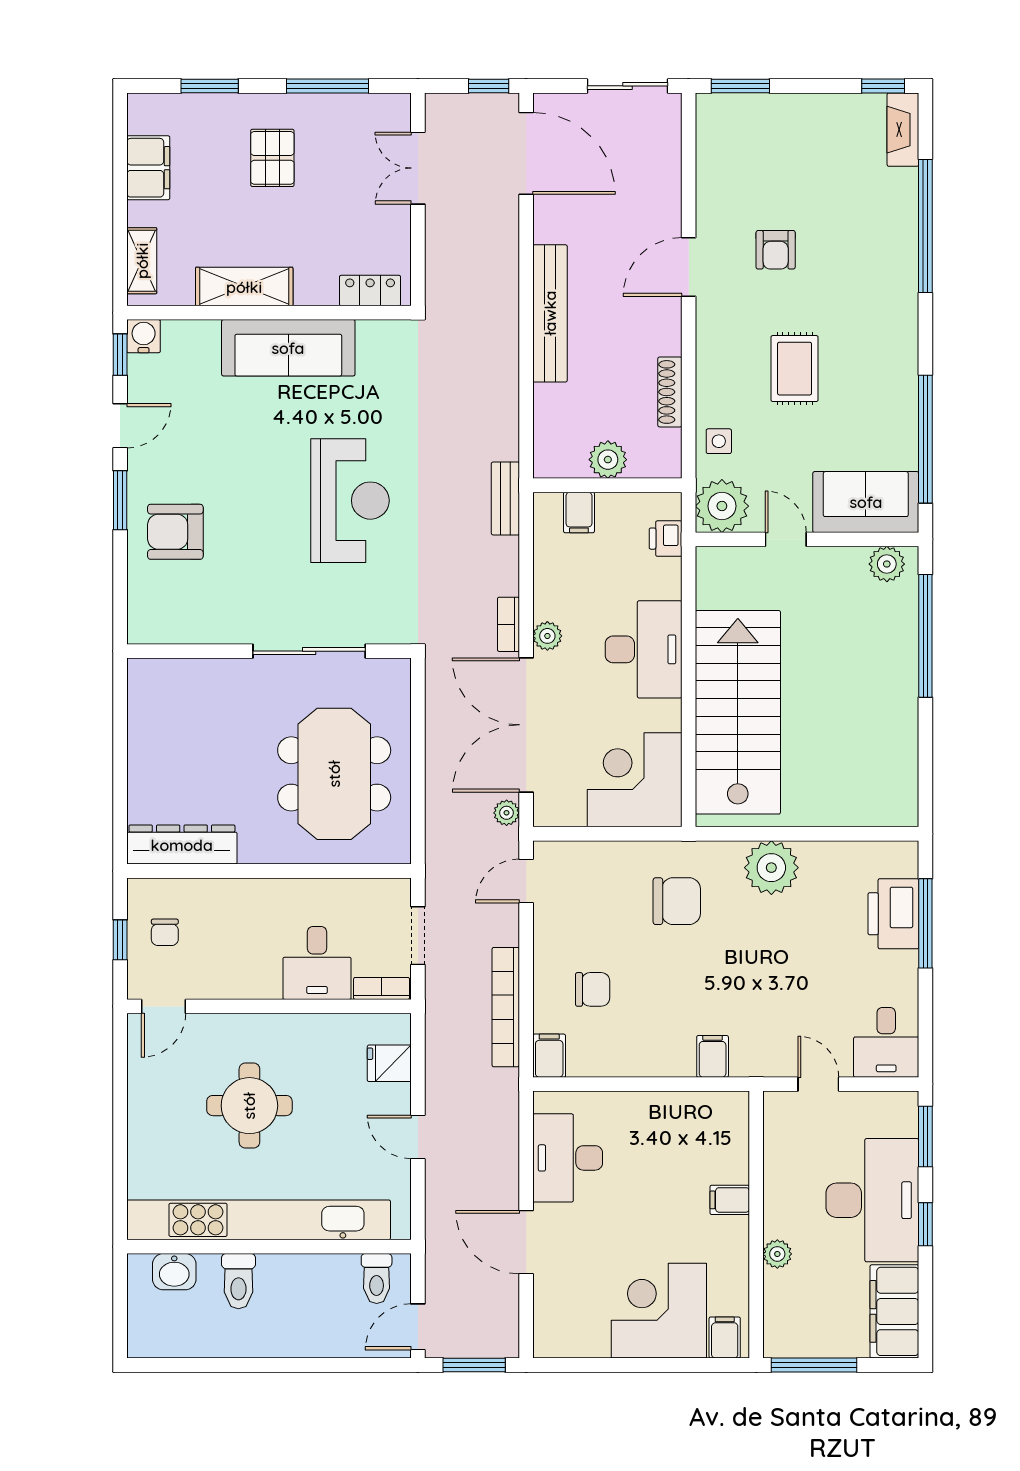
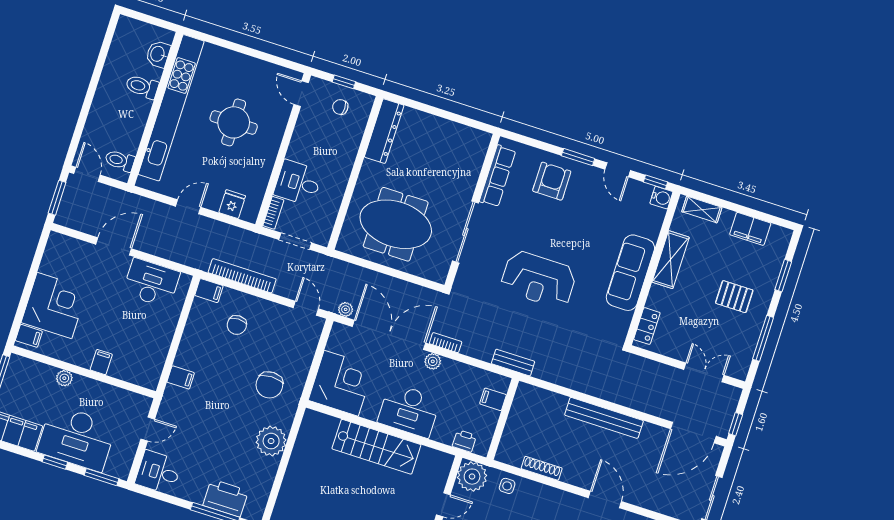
plant: (608, 460) -> (516, 424), removed
row of seats: (196, 627) -> (498, 176), added
stairs: (738, 712) -> (376, 447), width x0.73, depth x0.66

